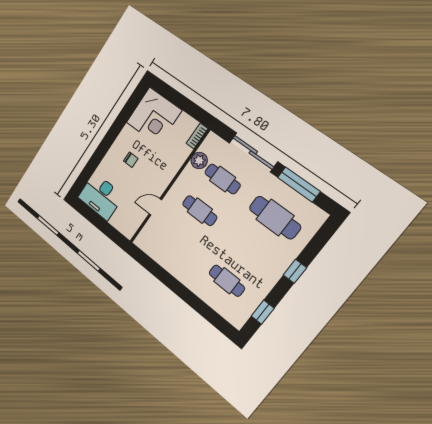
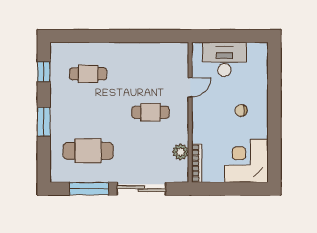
bookcase: (197, 136) -> (197, 163), width x1.56
cafe table: (223, 179) -> (150, 151), removed
desk: (101, 196) -> (224, 59), moved
window: (295, 271) -> (44, 122), width x1.50

